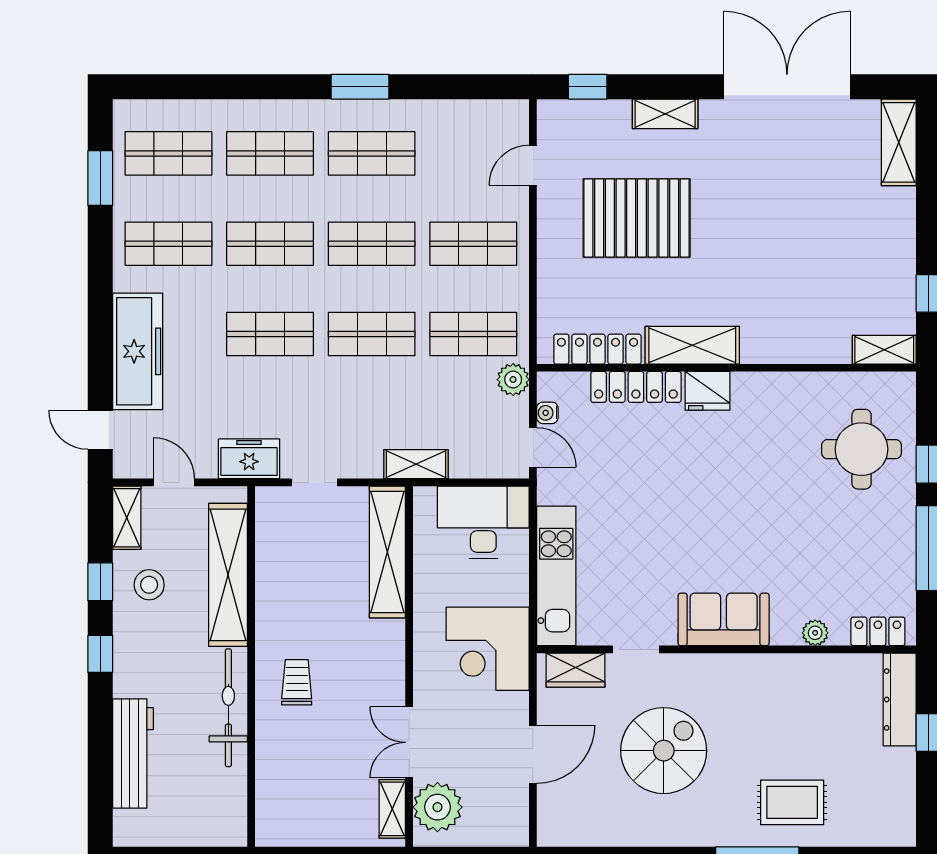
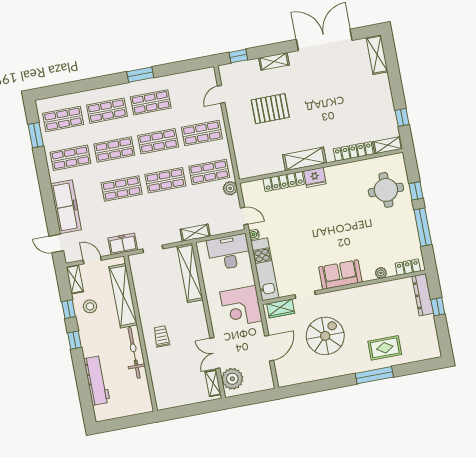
pallet: (637, 218) -> (270, 109), width x0.73, depth x0.71
locker: (597, 349) -> (353, 151), moved
water cooler: (547, 413) -> (254, 234), moved

